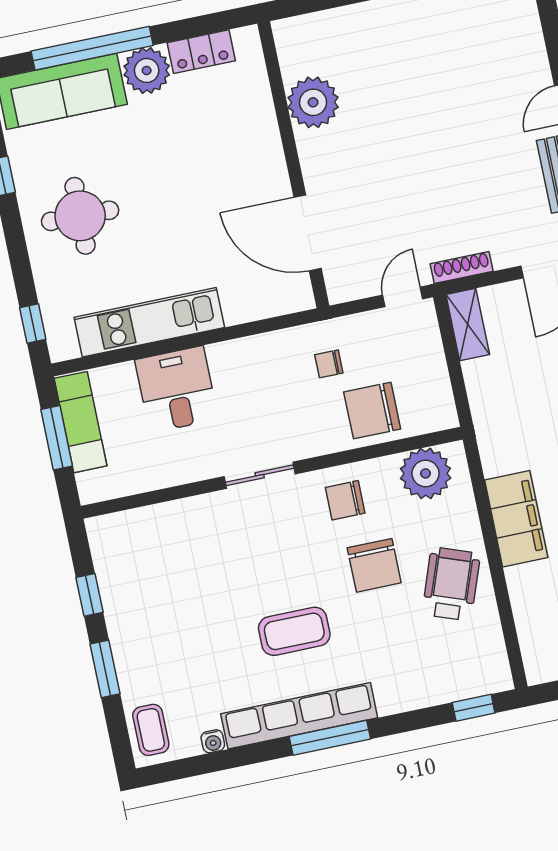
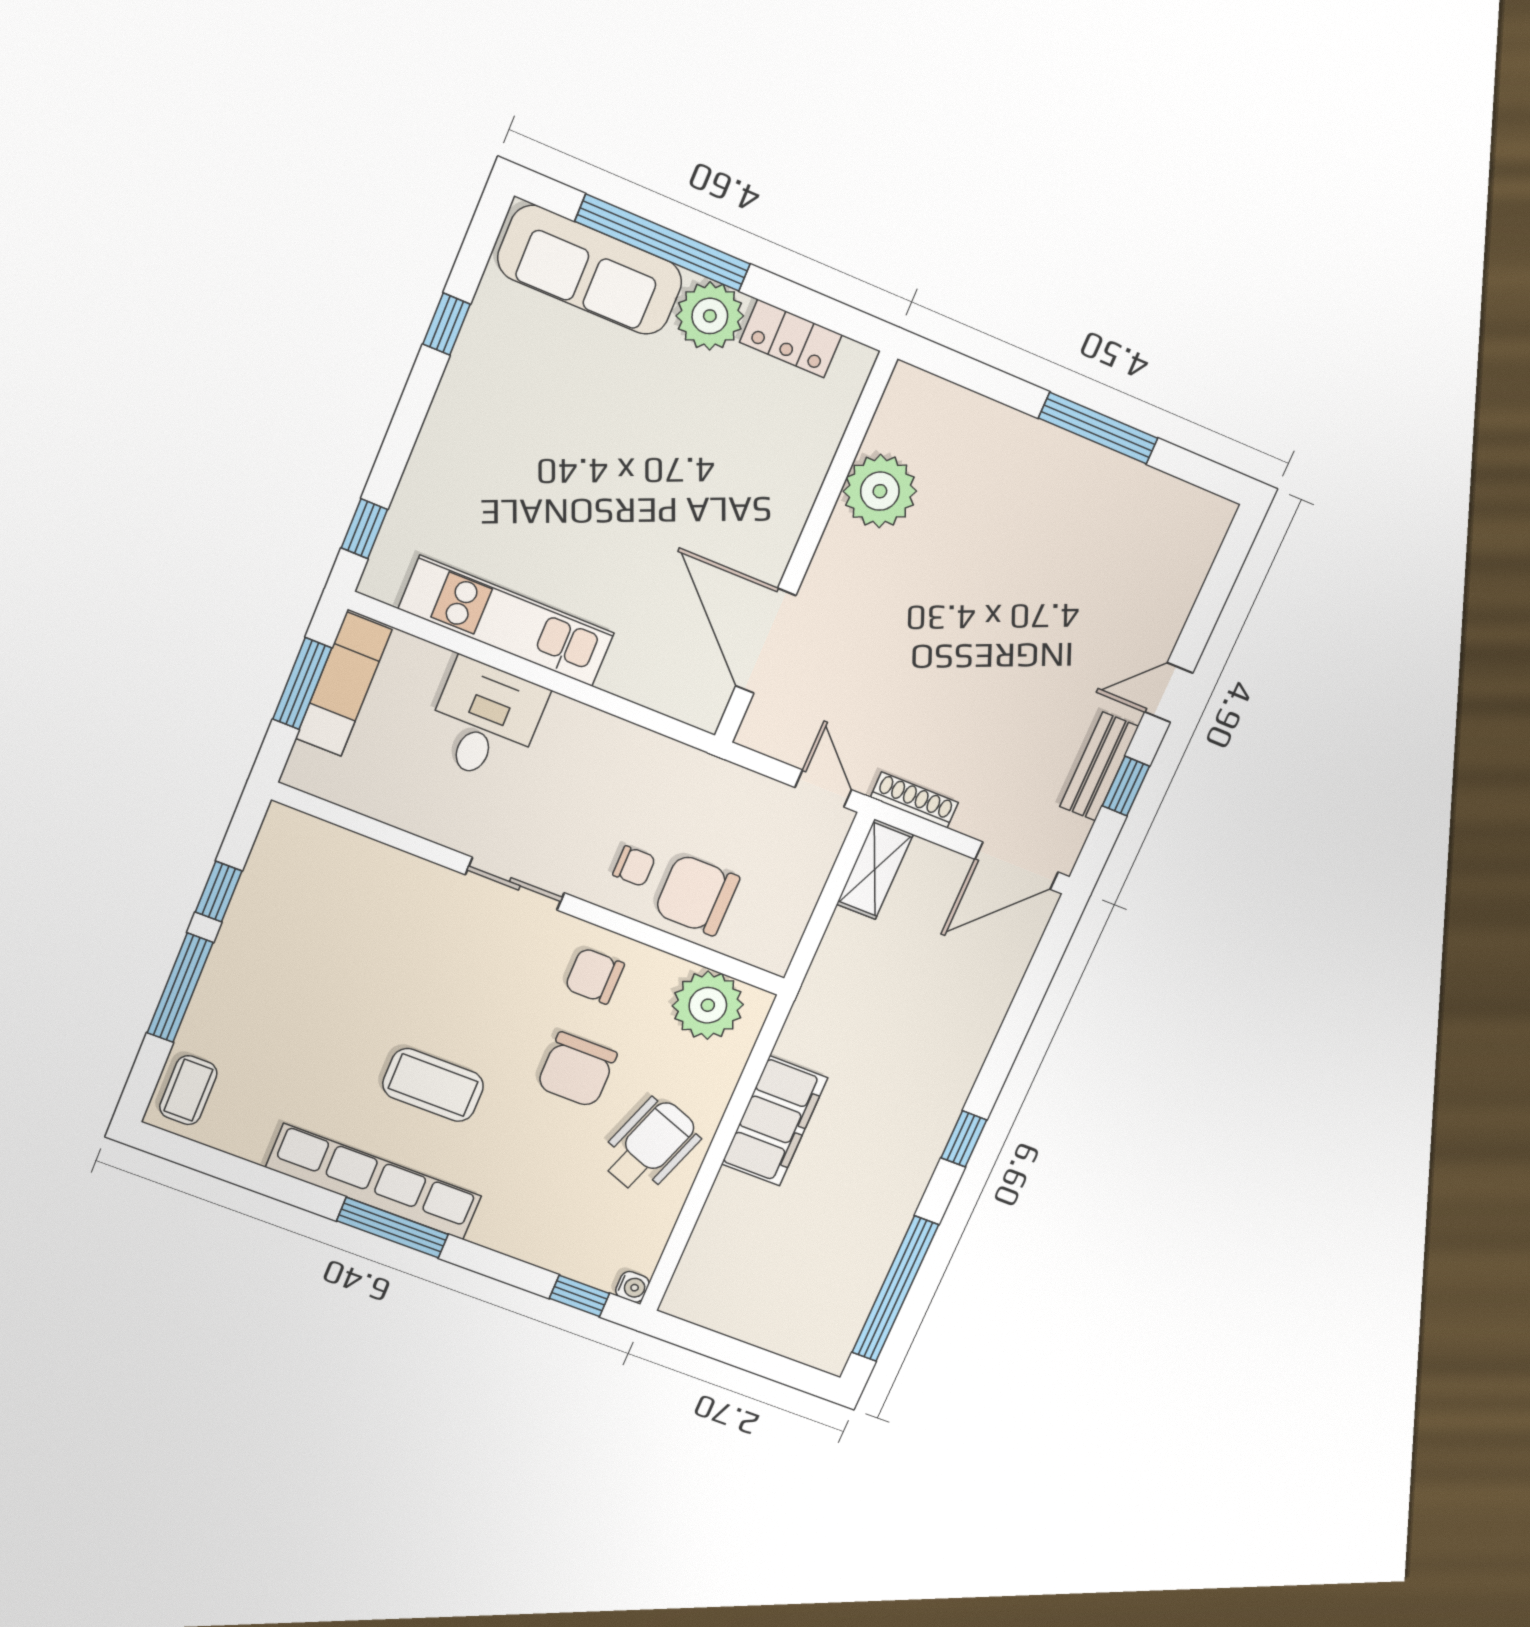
round table: (80, 216) -> (509, 438), removed
door: (403, 297) -> (823, 789), hinge flipped
chair: (329, 364) -> (634, 866), moved, turned 180
window: (105, 669) -> (180, 988), width x1.44
water cooler: (213, 741) -> (632, 1287), moved, turned -90

